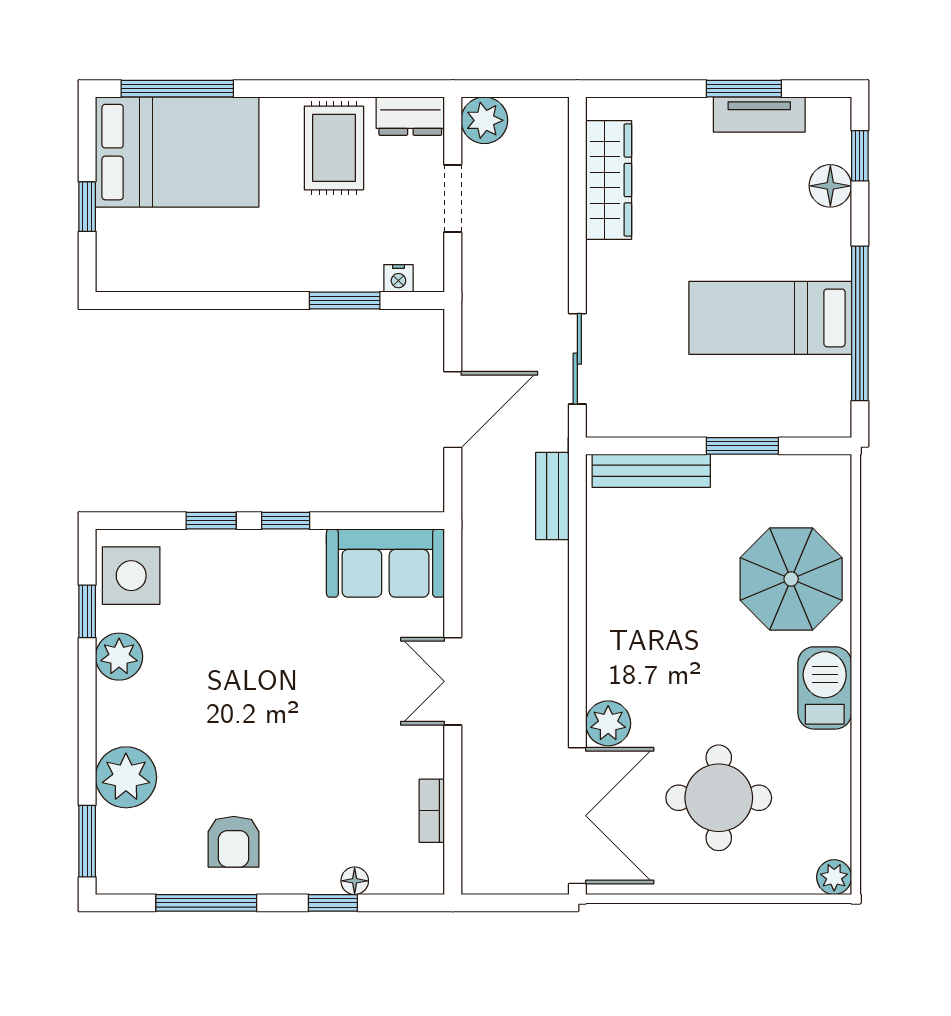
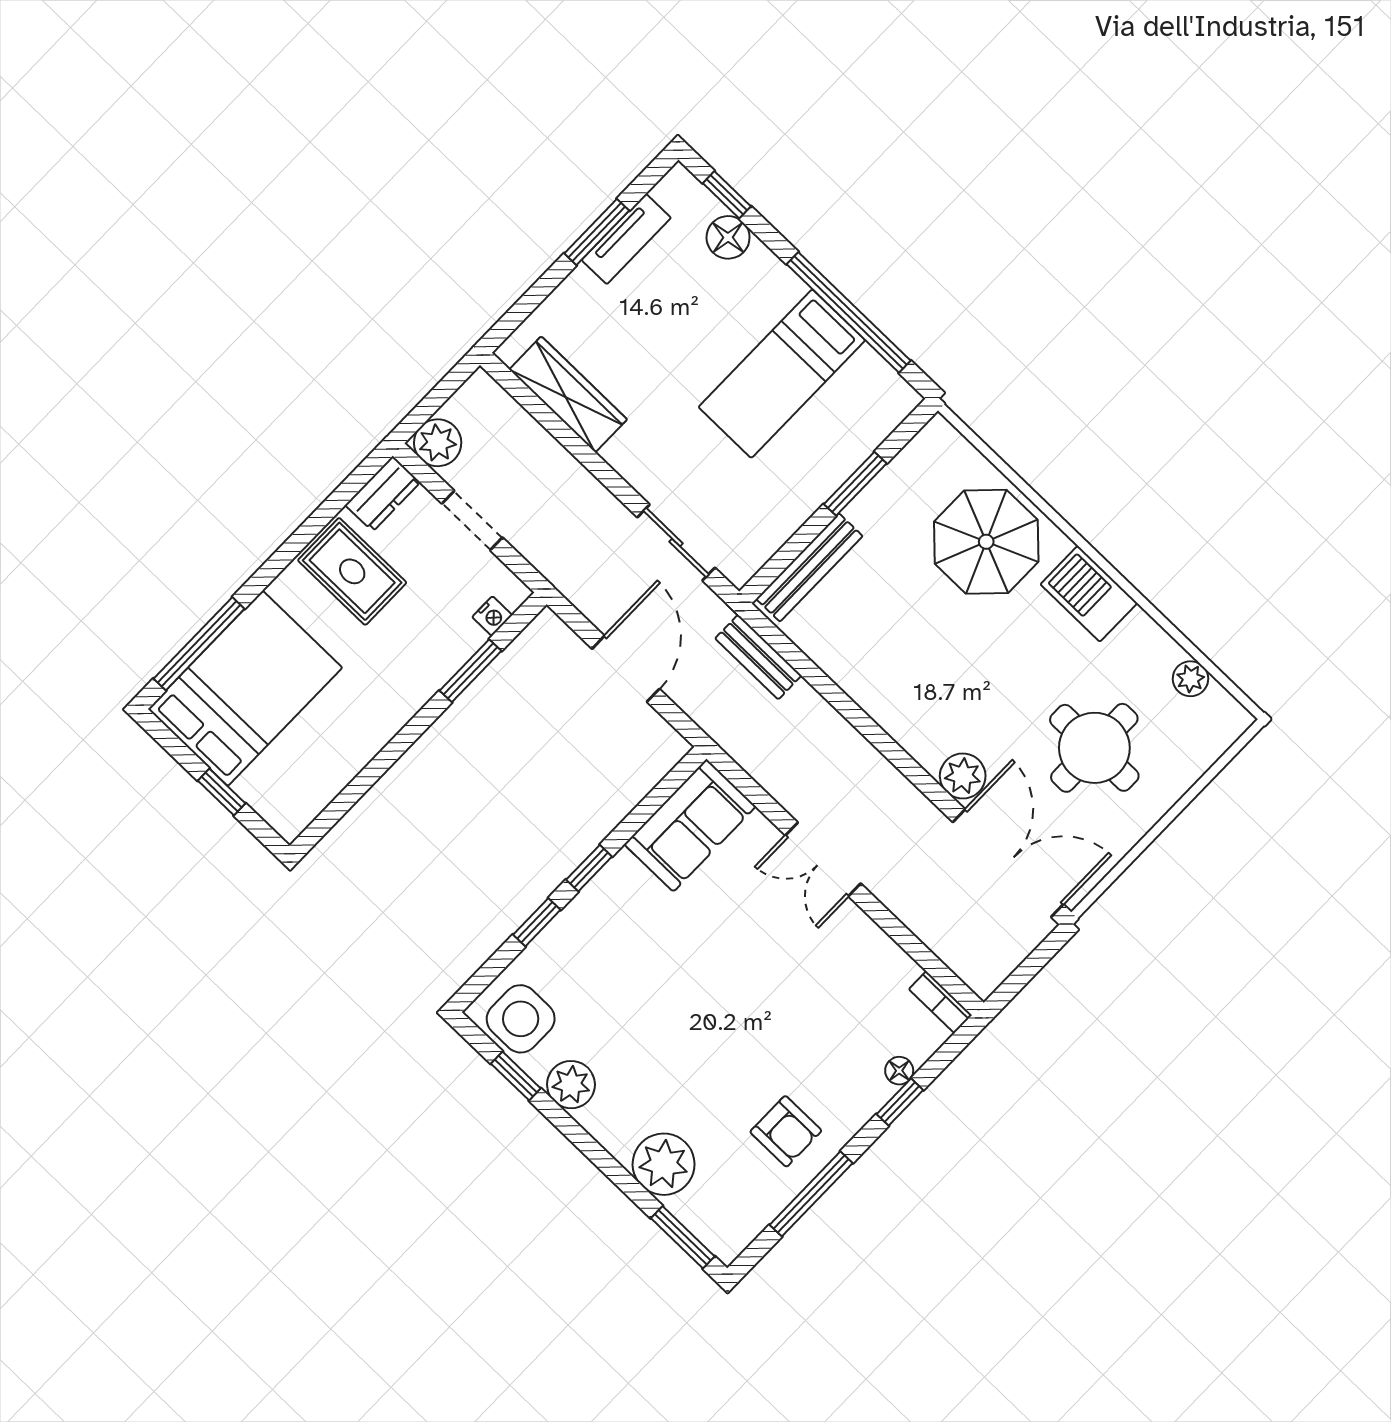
bookcase: (432, 811) -> (940, 1002), moved
plant: (834, 877) -> (1191, 679), moved

